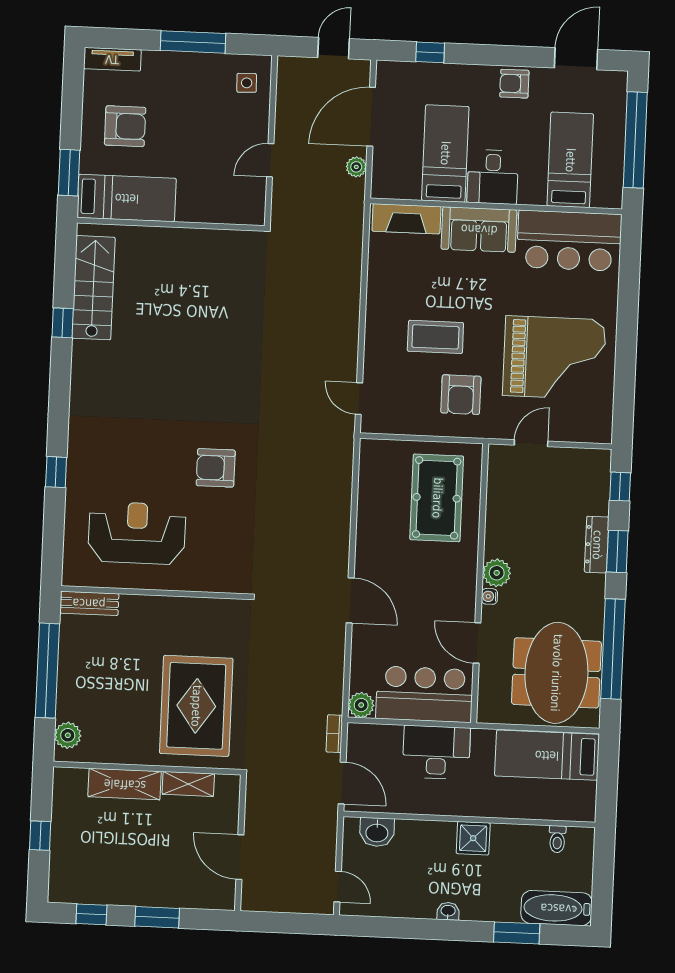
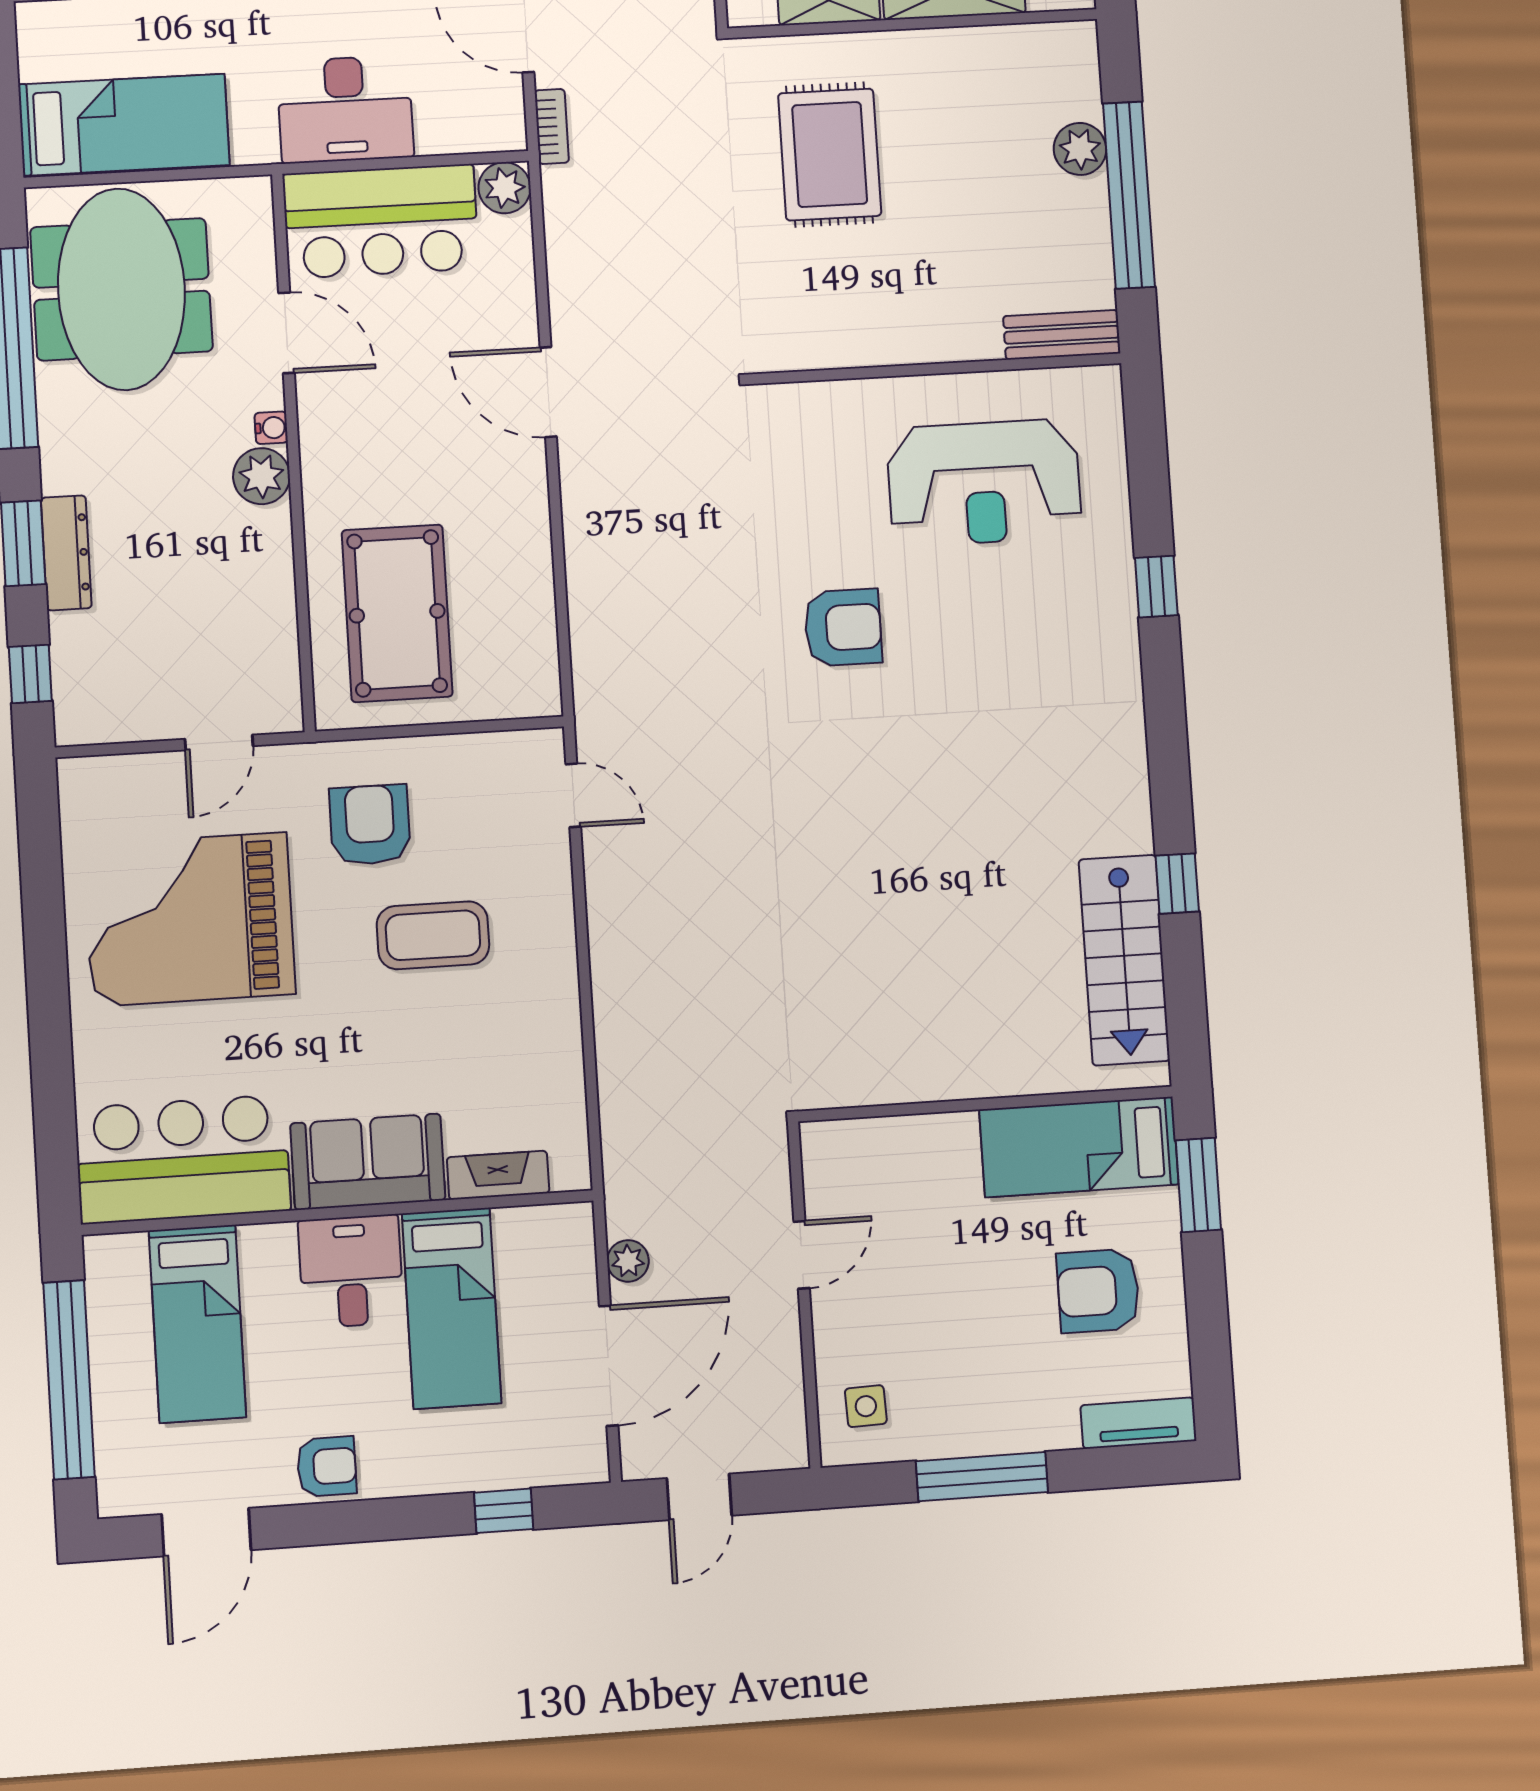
fireplace: (406, 219) -> (498, 1175), width x0.73, depth x0.76
rug: (196, 706) -> (830, 155), width x0.73, depth x0.69
plant: (68, 735) -> (1080, 149), moved

